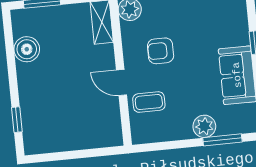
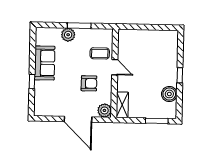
window: (17, 120) -> (180, 75), moved
window: (222, 140) -> (79, 26), moved

